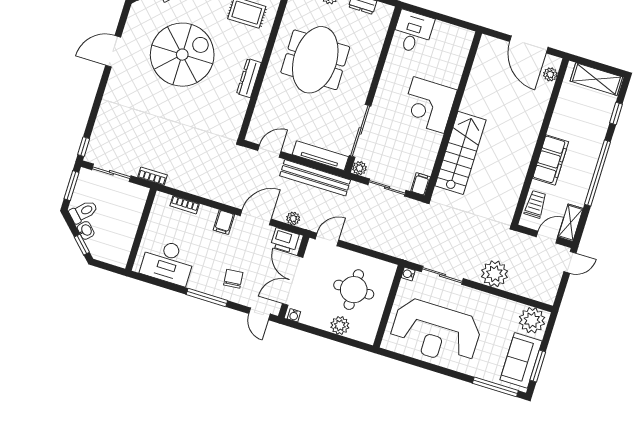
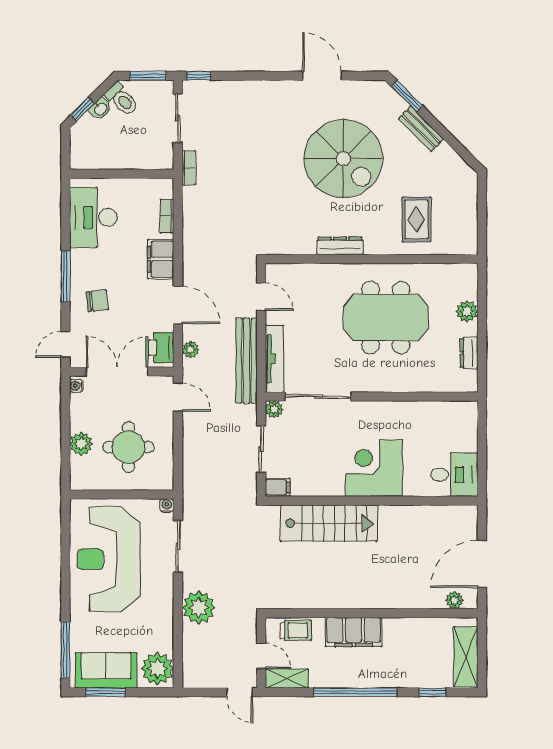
desk: (413, 32) -> (454, 475), moved
filing cabinet: (224, 222) -> (161, 259), width x2.00

